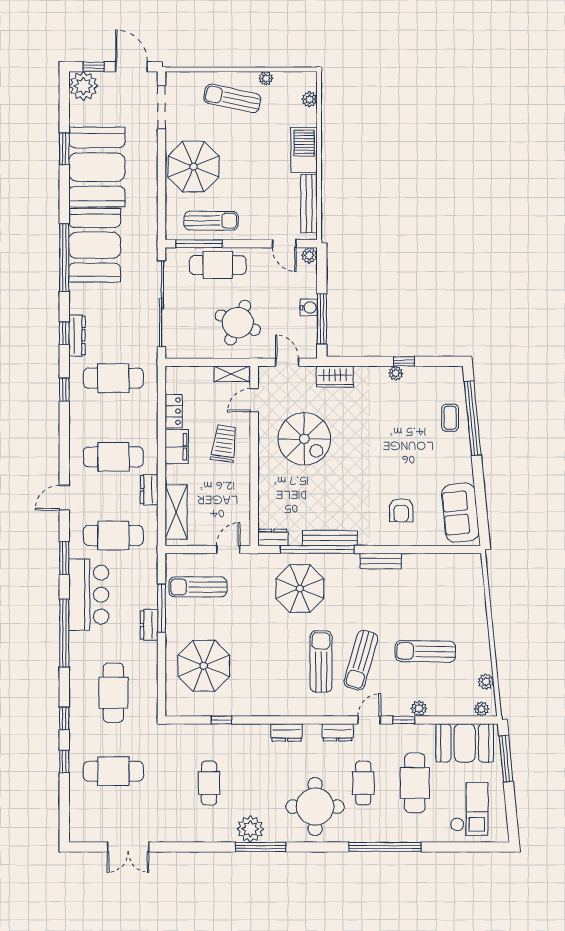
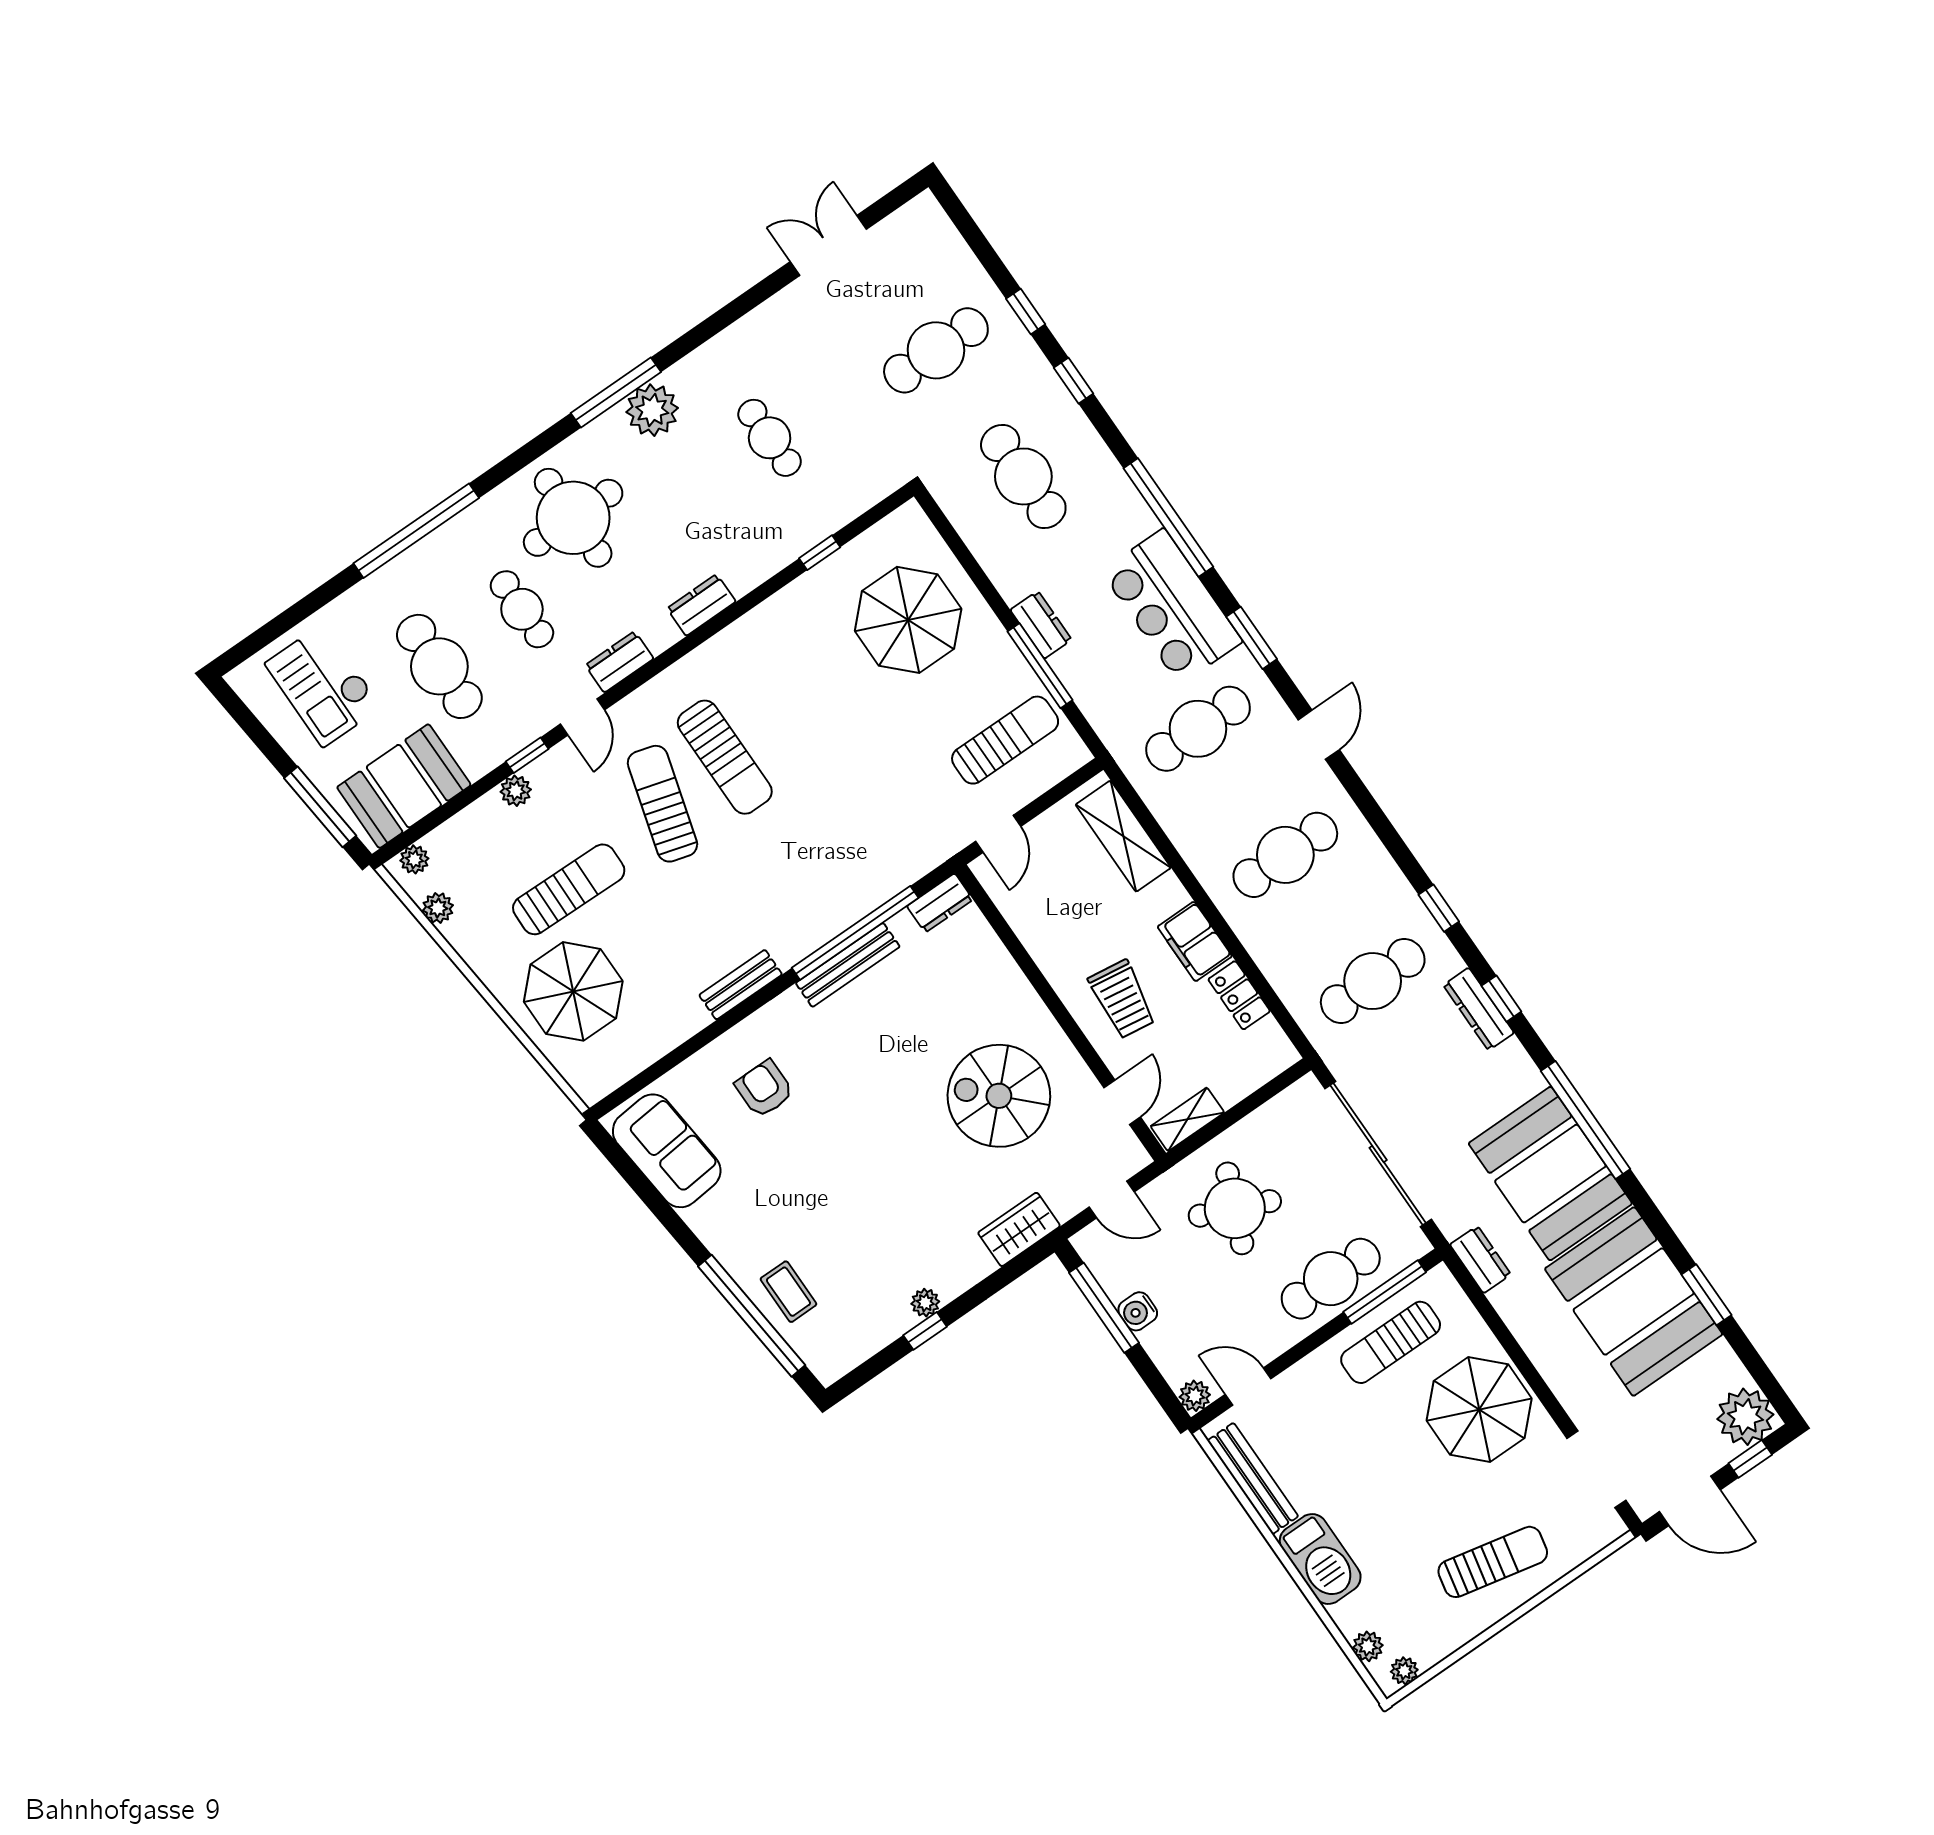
plant: (266, 78) -> (1404, 1671), moved
dresser: (149, 490) -> (1480, 1259), moved
parasol: (300, 589) -> (573, 991), moved

